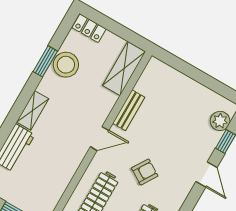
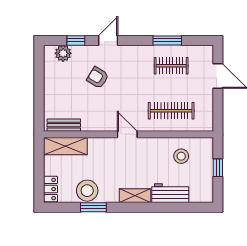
bench: (129, 110) -> (64, 125), moved
armchair: (145, 172) -> (98, 78), moved
stool: (46, 181) -> (181, 156), added

